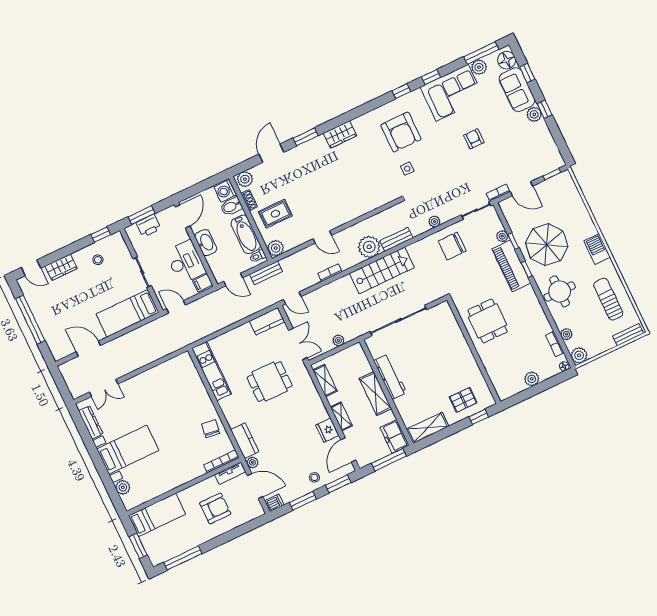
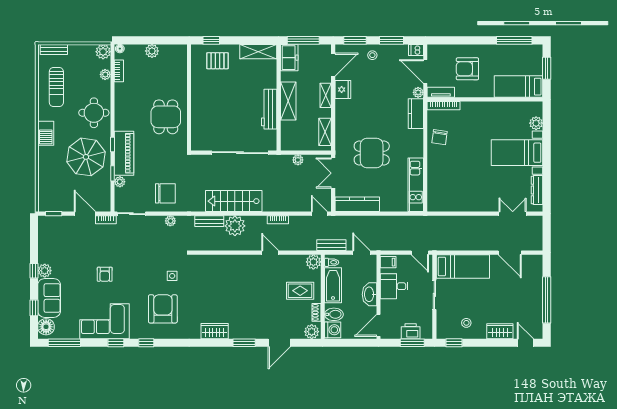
plant: (479, 67) -> (72, 332), removed
desk: (186, 262) -> (394, 286), width x0.73
kitchen counter: (267, 321) -> (357, 204), width x1.50

